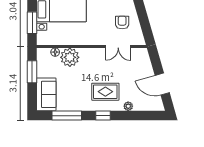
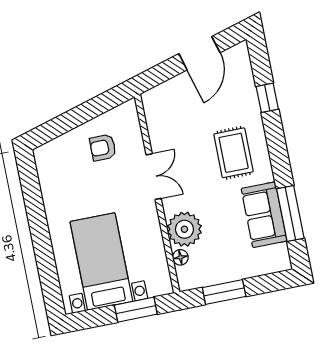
double door: (118, 46) -> (154, 177), moved
sofa: (46, 94) -> (264, 215), moved, turned -90
plant: (128, 106) -> (252, 106), removed
window: (103, 116) -> (267, 98), moved

